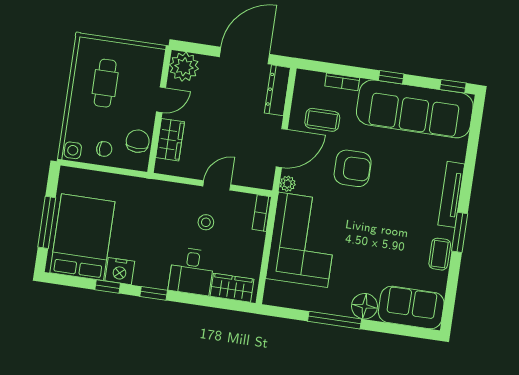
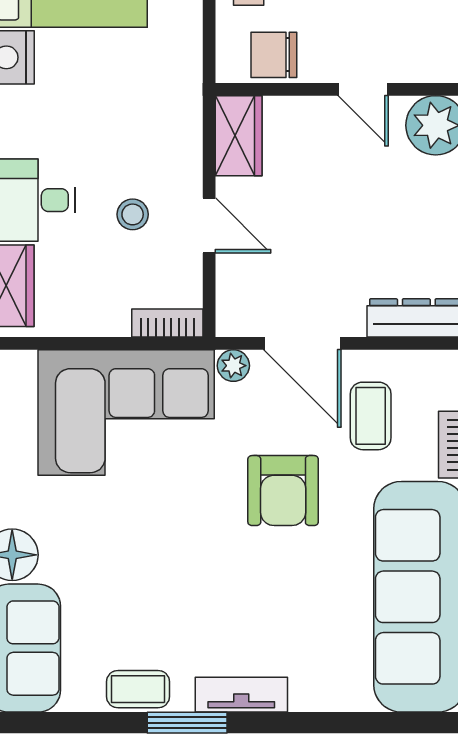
wardrobe: (170, 140) -> (239, 136), moved, turned -90
chair: (138, 141) -> (274, 55), turned 180
tv unit: (451, 194) -> (241, 695), width x0.71

